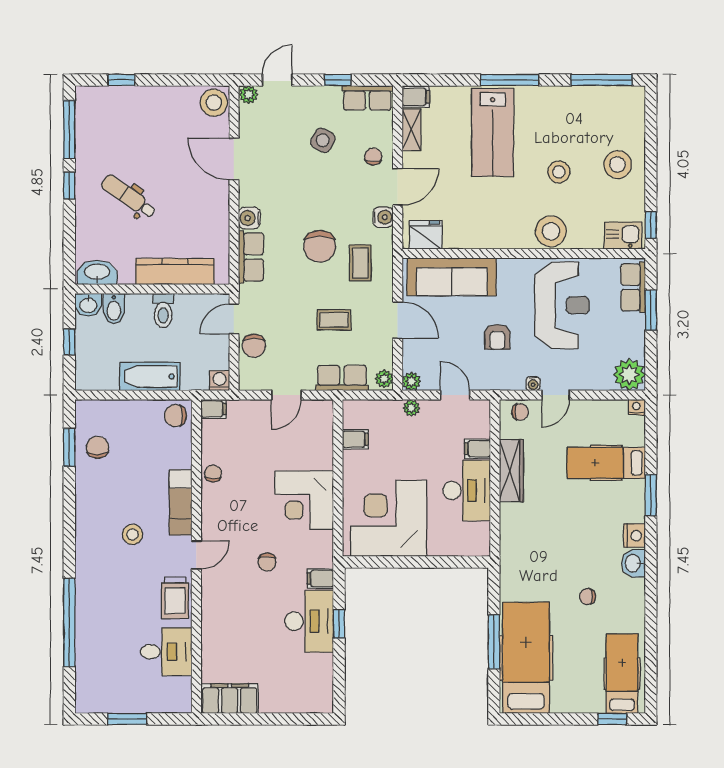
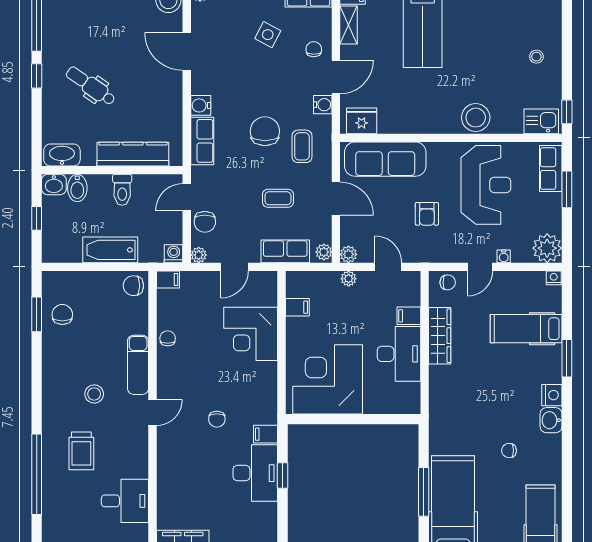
stool: (617, 165) -> (536, 57), width x0.53, depth x0.53
stool: (559, 172) -> (483, 63), removed
chair: (320, 246) -> (265, 131), turned 180
plant: (247, 382) -> (199, 255), added
water cooler: (533, 384) -> (504, 256), moved
corner desk: (304, 500) -> (251, 334), moved
trolley: (175, 598) -> (81, 451), moved

